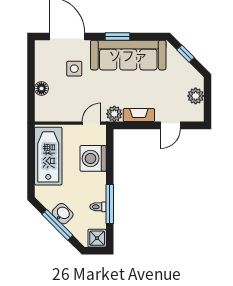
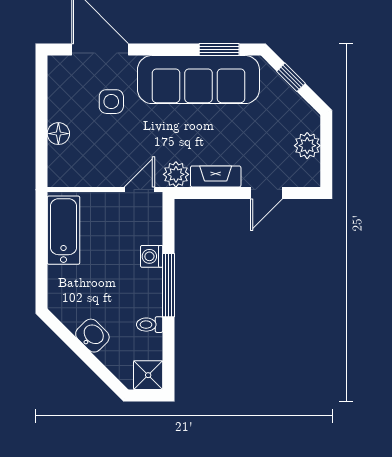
window: (117, 36) -> (219, 49), moved
bathtub: (48, 156) -> (63, 230), width x0.73, depth x0.73
washing machine: (93, 158) -> (152, 256), width x0.53, depth x0.53
window: (110, 204) -> (169, 285), moved
window: (57, 225) -> (84, 354), removed

